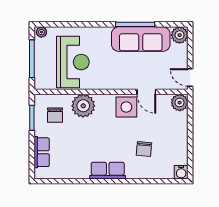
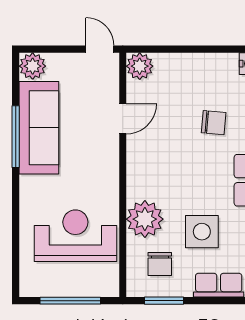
plant: (41, 32) -> (28, 285), removed
door: (190, 77) -> (100, 49), swing flipped
side table: (126, 107) -> (202, 232), moved
chair: (55, 115) -> (160, 264), turned 90

